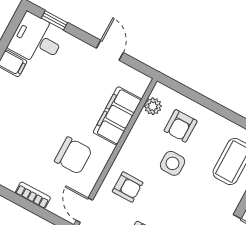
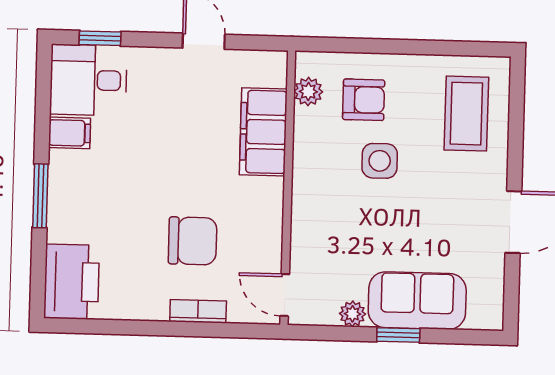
armchair: (181, 126) -> (364, 100), turned -90
chair: (73, 156) -> (193, 241), moved
armchair: (128, 187) -> (331, 229), removed

